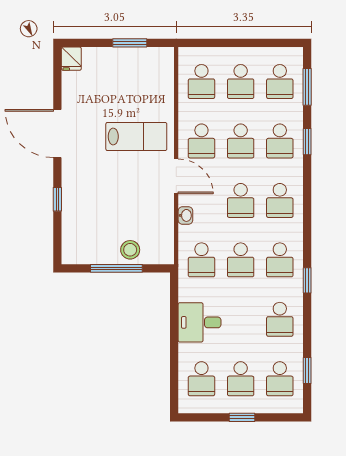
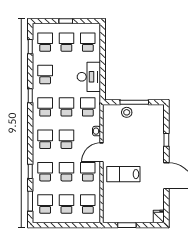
door: (176, 176) -> (102, 152), hinge flipped
desk: (200, 322) -> (89, 77), width x1.37

